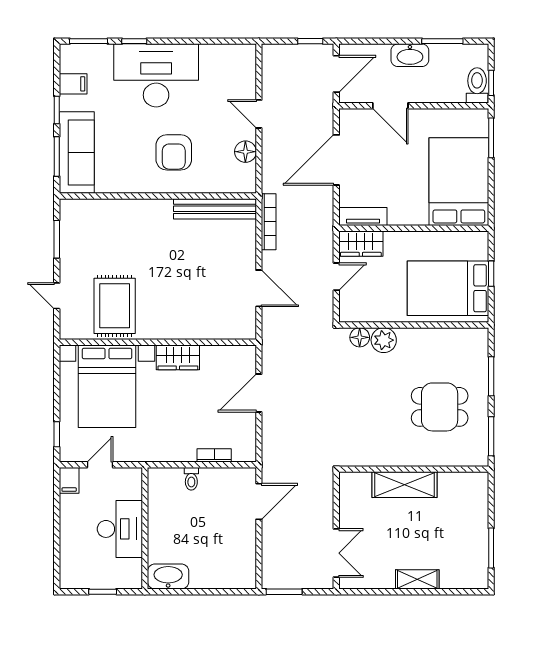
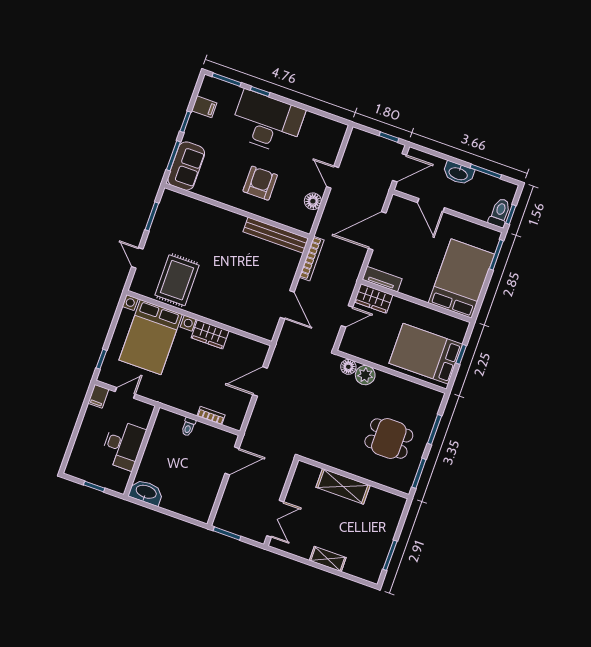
armchair: (174, 152) -> (260, 183), turned 180
sofa: (77, 153) -> (186, 166), width x0.73

